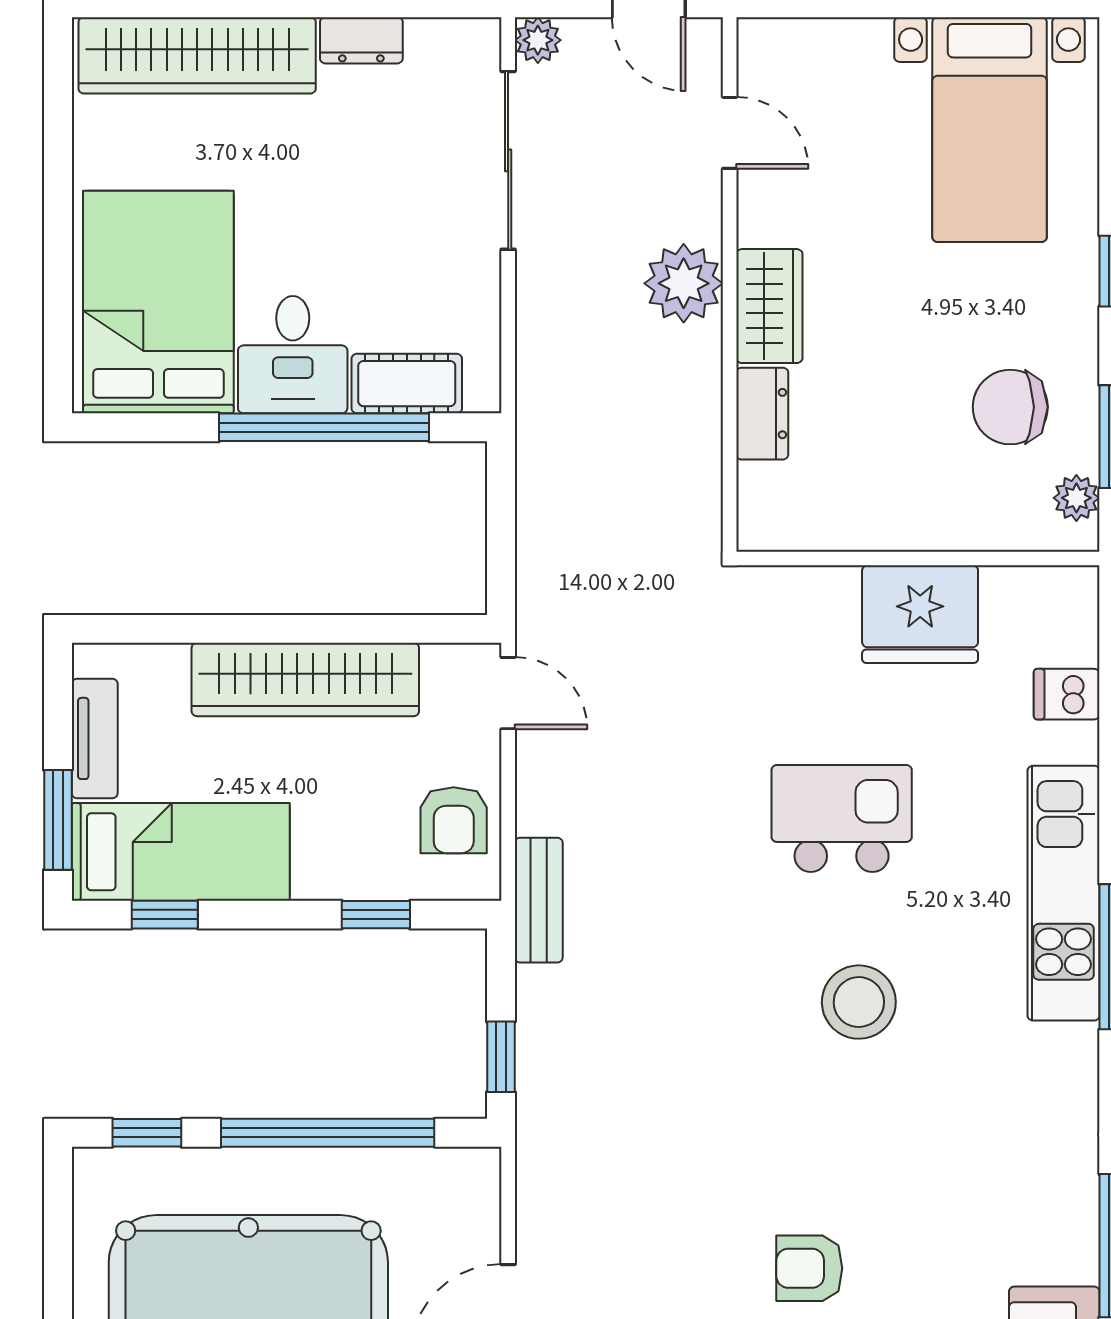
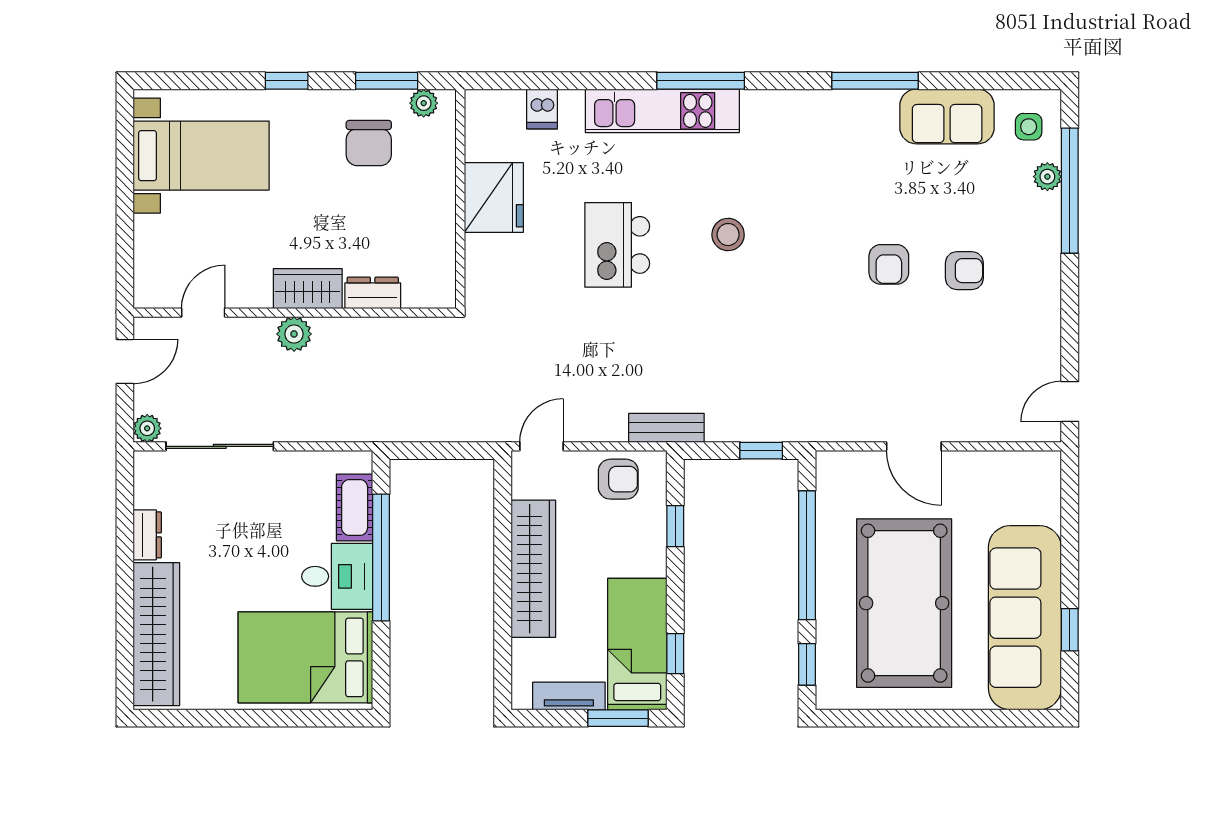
plant: (684, 283) -> (294, 334), width x0.73, depth x0.73
stool: (859, 1002) -> (728, 235), width x0.73, depth x0.73

